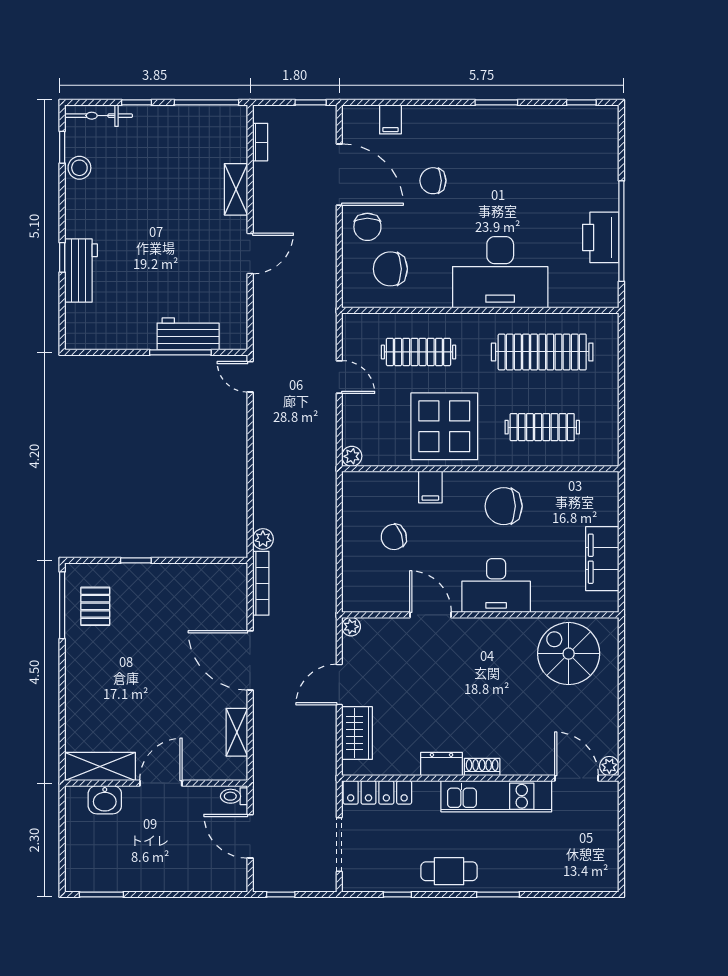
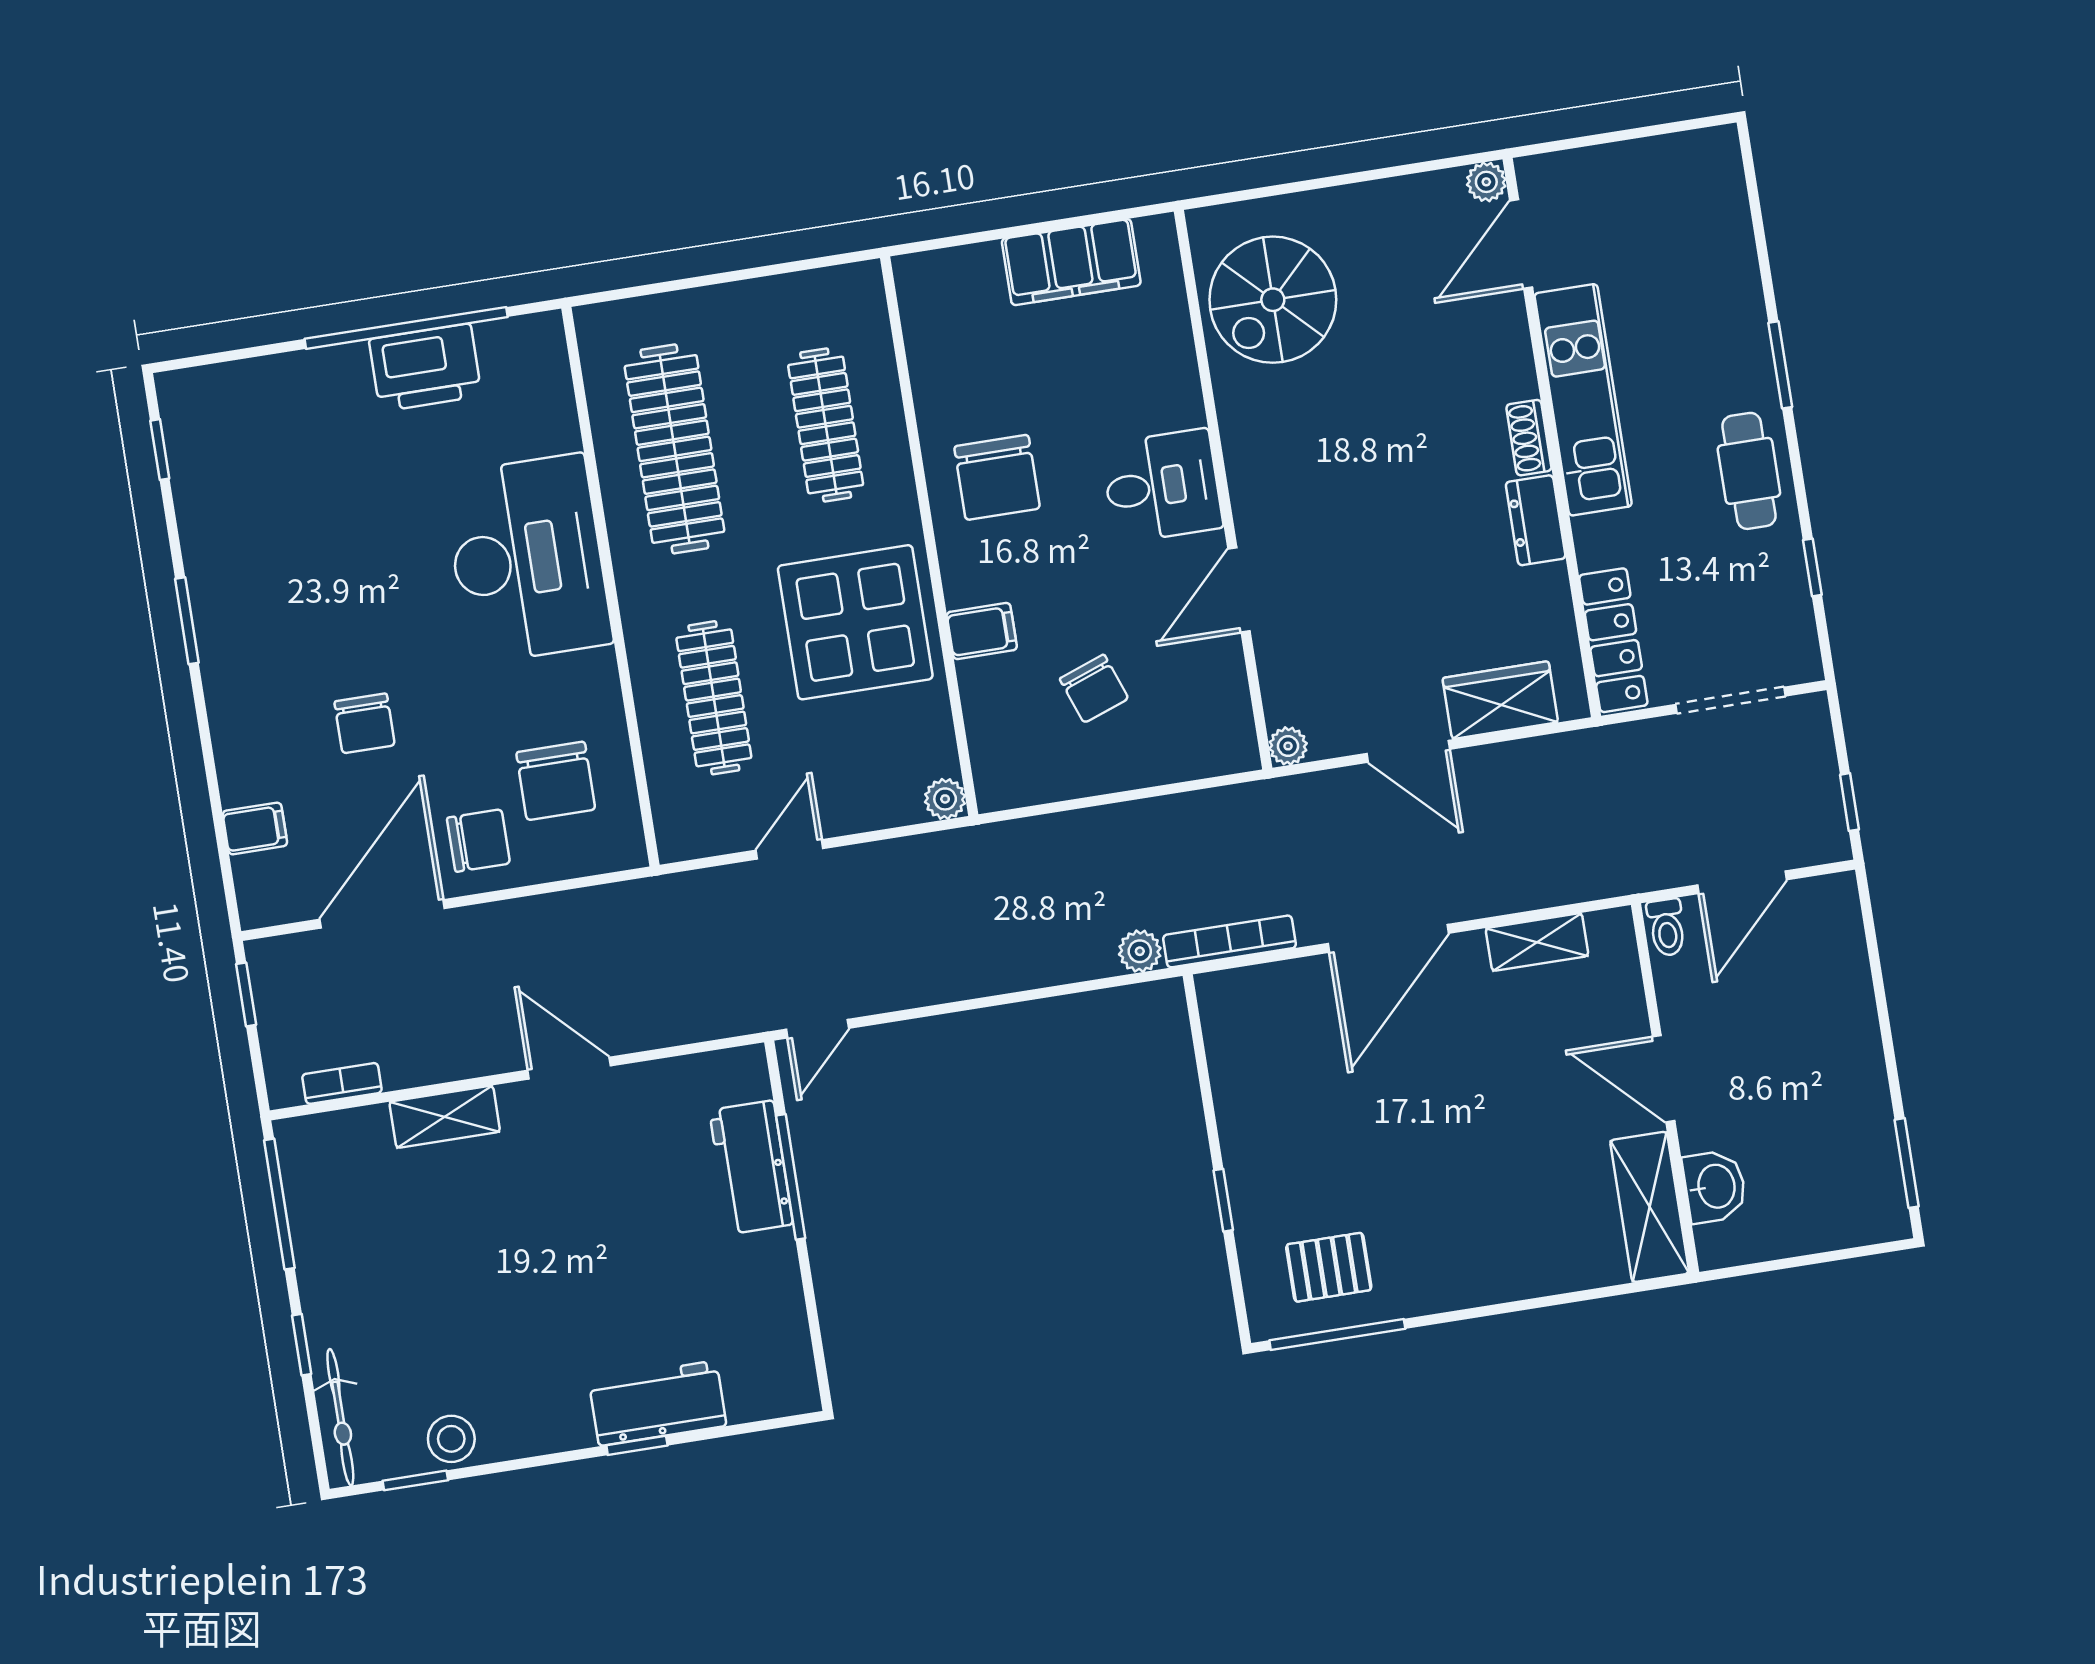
desk: (496, 585) -> (1162, 486), width x0.73

